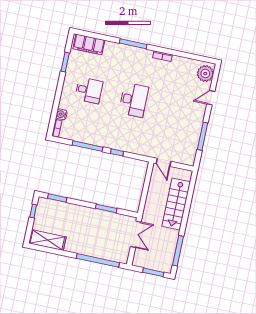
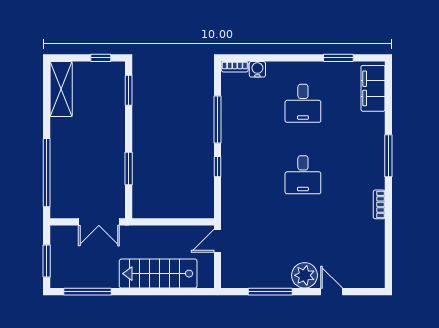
plant: (205, 74) -> (305, 275), moved
desk: (134, 100) -> (303, 175), width x0.73

